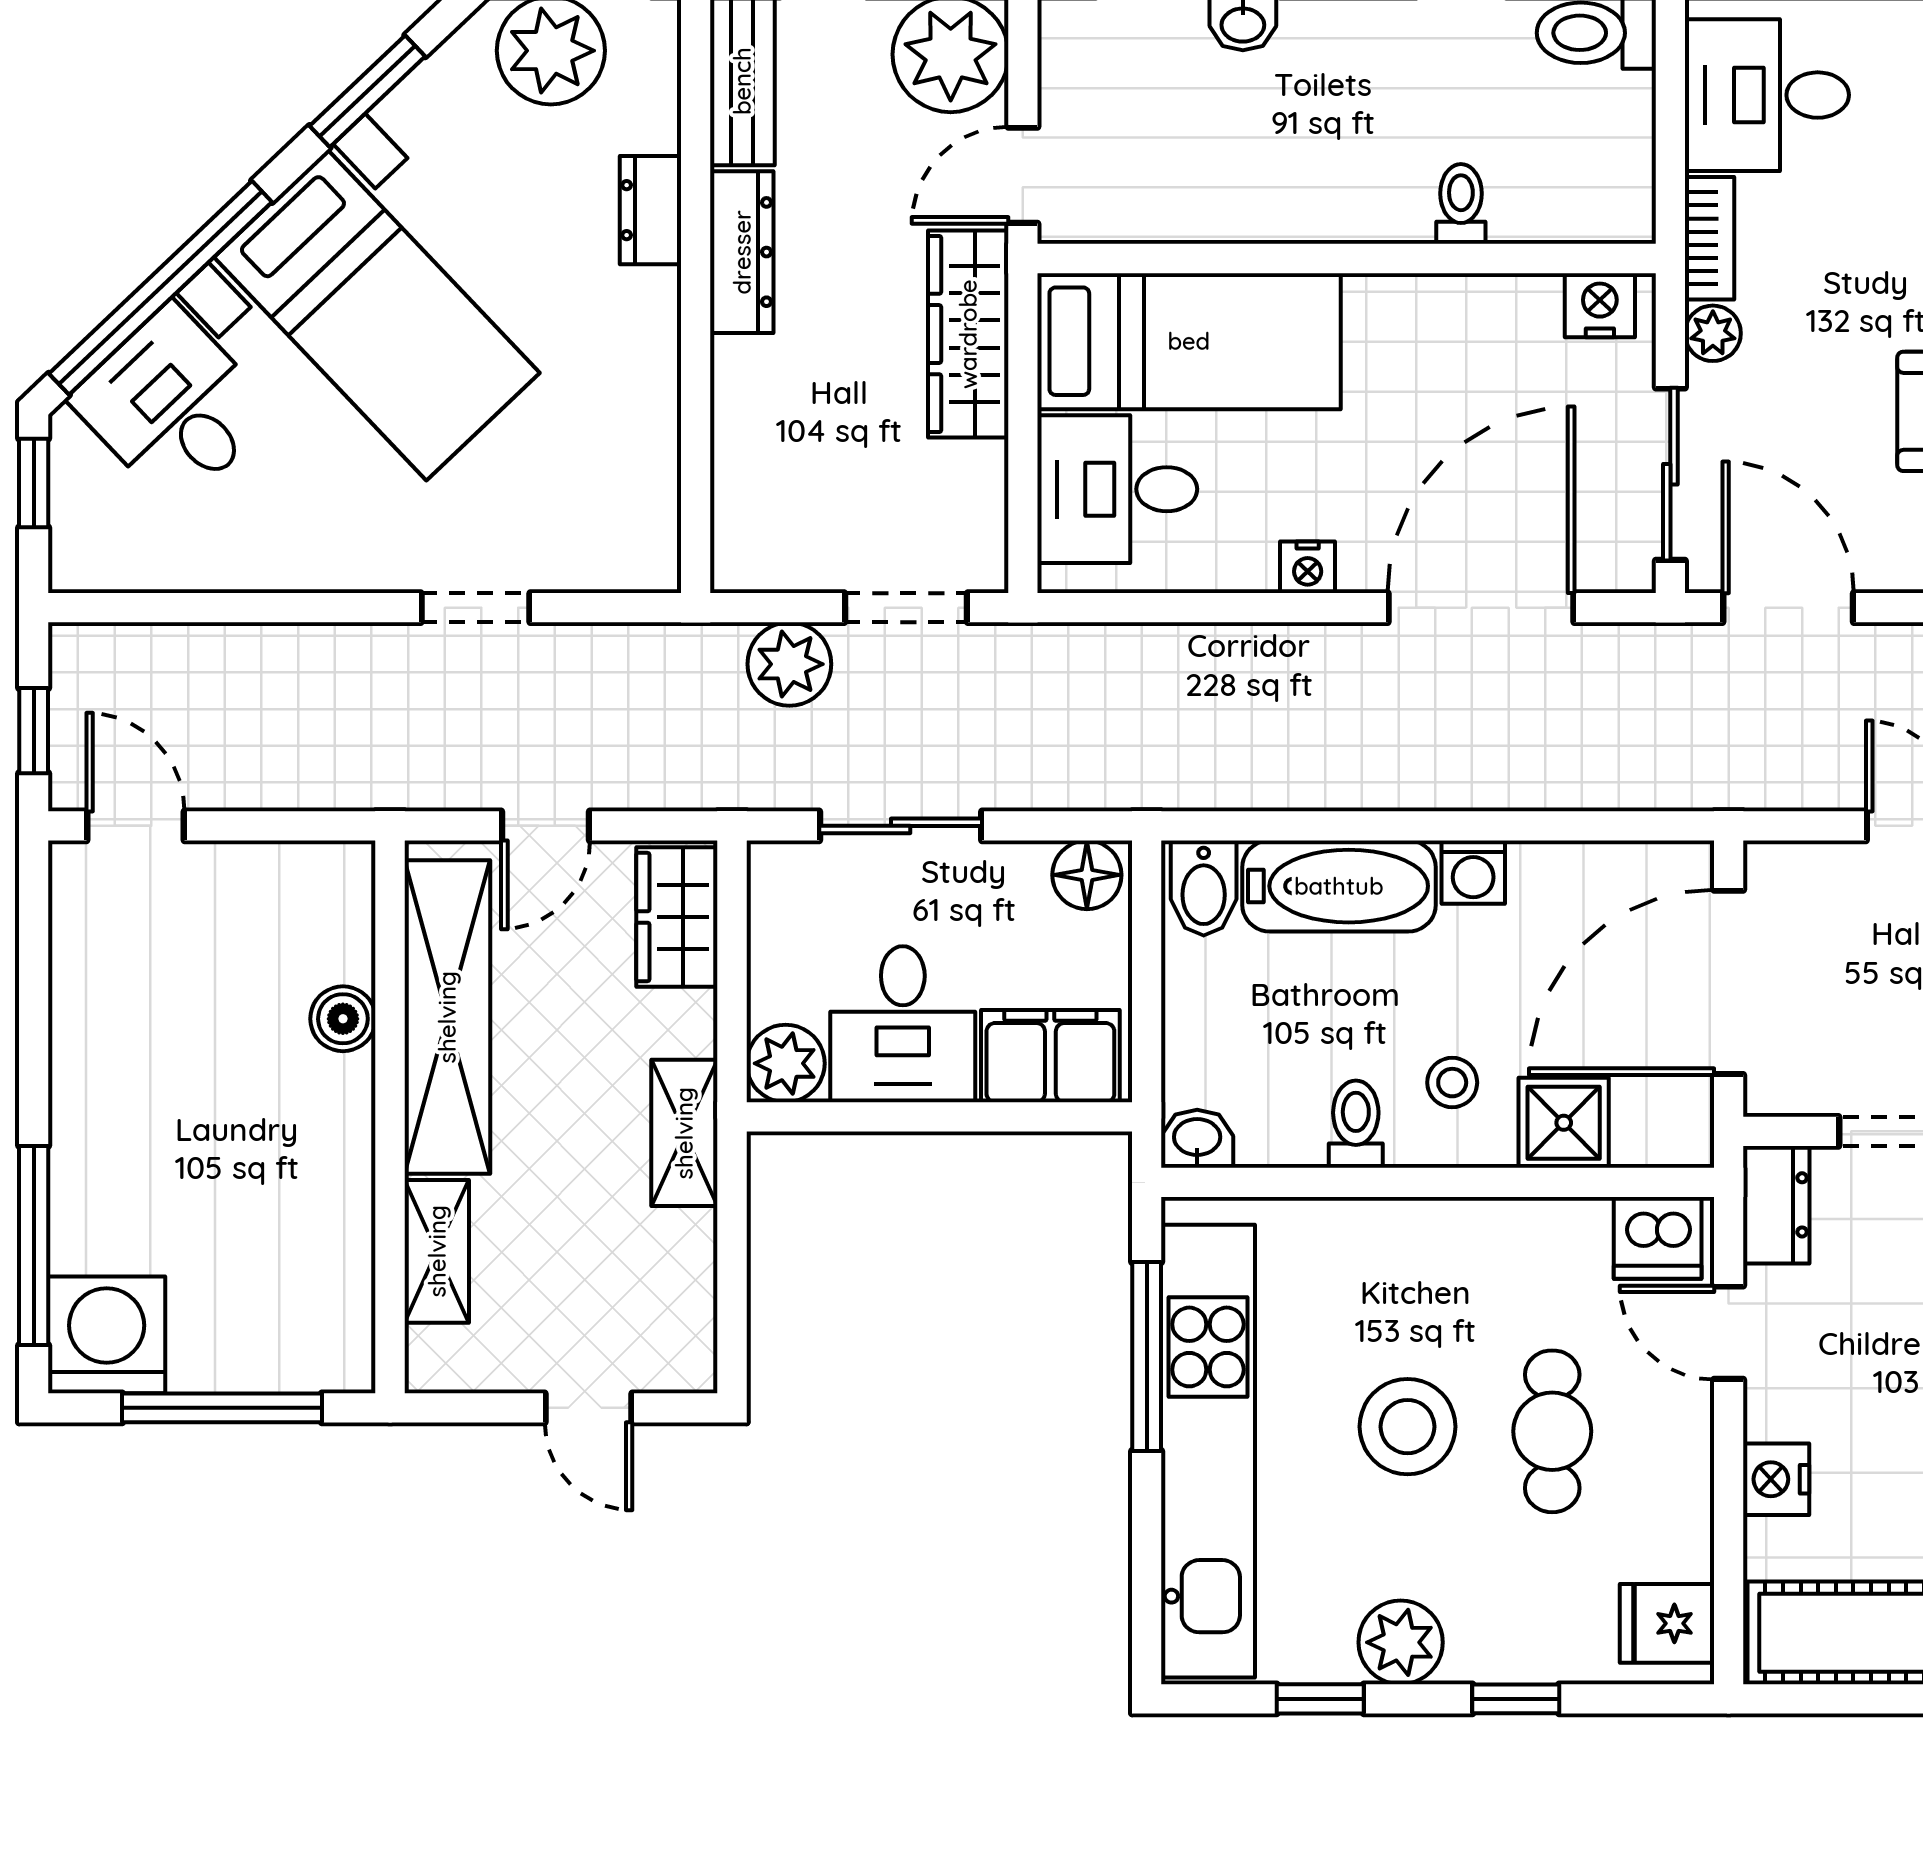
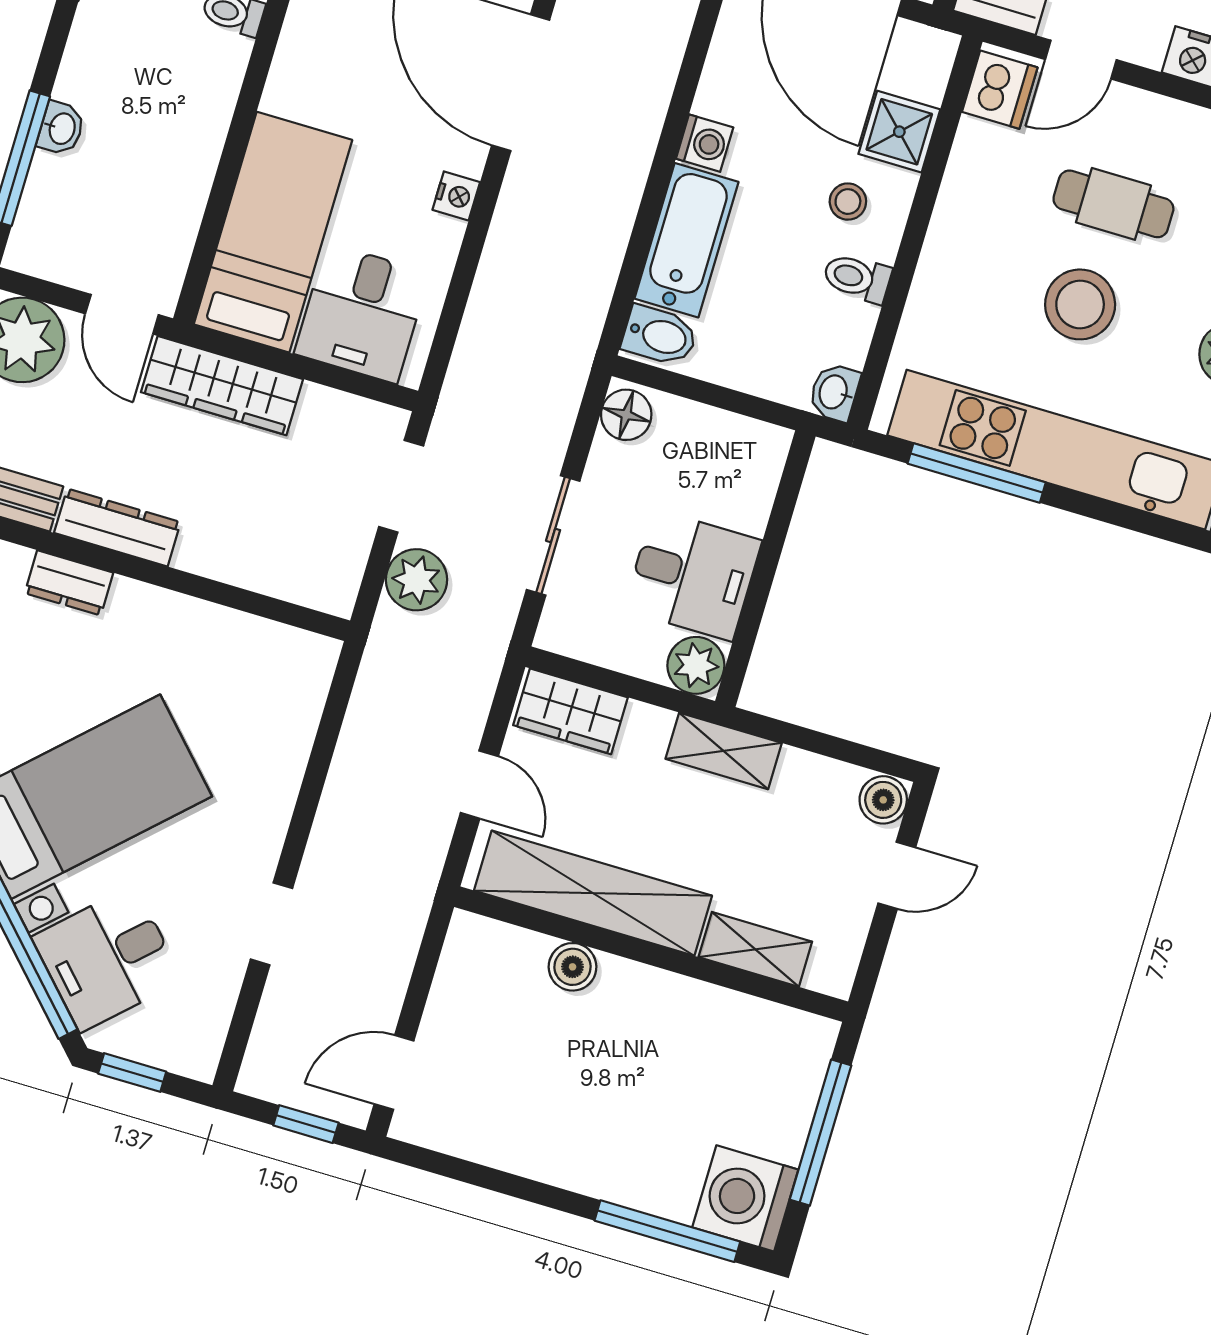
doorway: (476, 608) -> (271, 924), moved
filing cabinet: (1050, 1056) -> (746, 478), removed
boiler: (682, 1361) -> (883, 800), added

